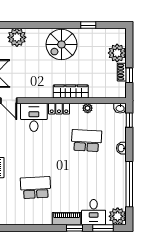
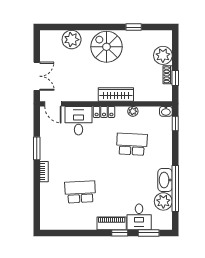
plant: (17, 37) -> (72, 40), moved
spiral stairs: (61, 44) -> (106, 47), turned 90
washbasin: (121, 148) -> (165, 180), moved, width x1.91, depth x1.45
plant: (118, 216) -> (163, 201), moved

